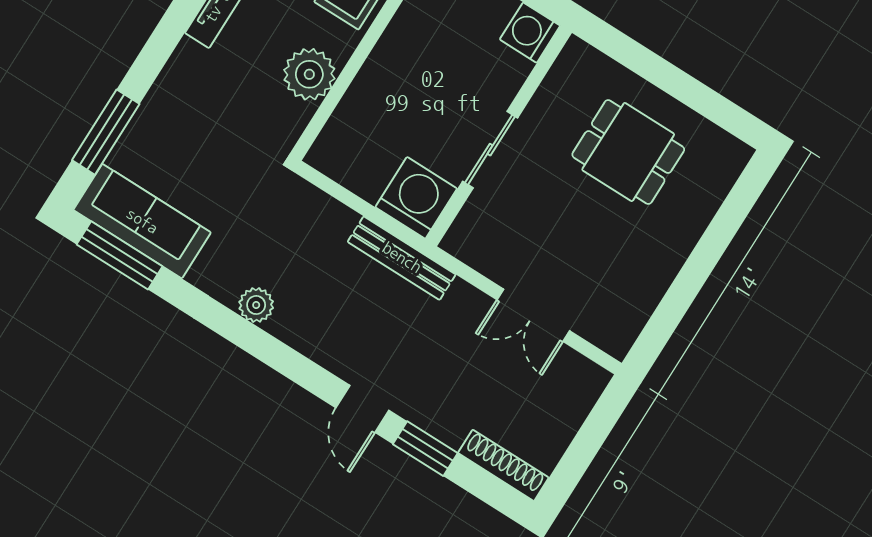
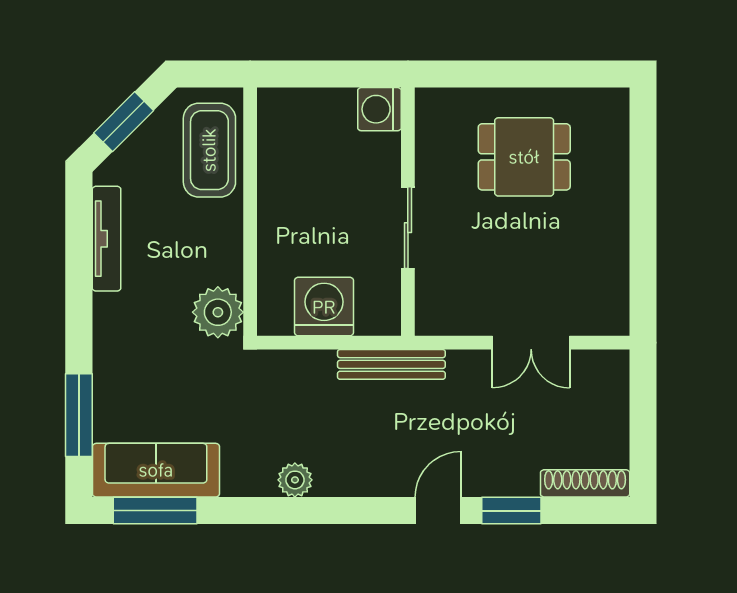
plant: (309, 74) -> (218, 312), moved
washing machine: (416, 198) -> (324, 307), moved
door: (362, 409) -> (438, 511), swing flipped

